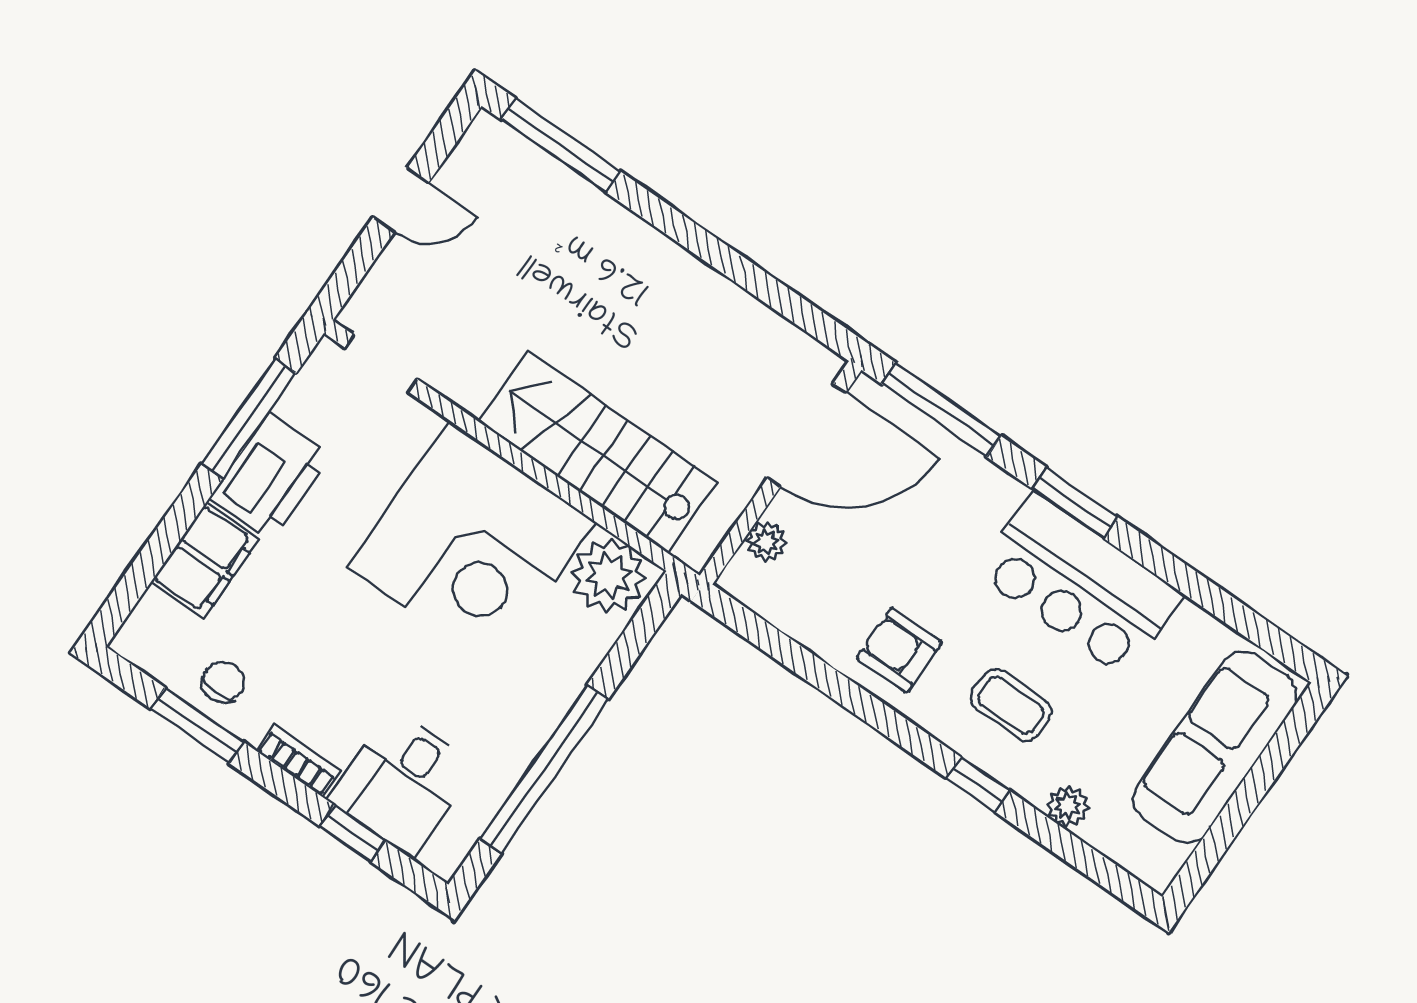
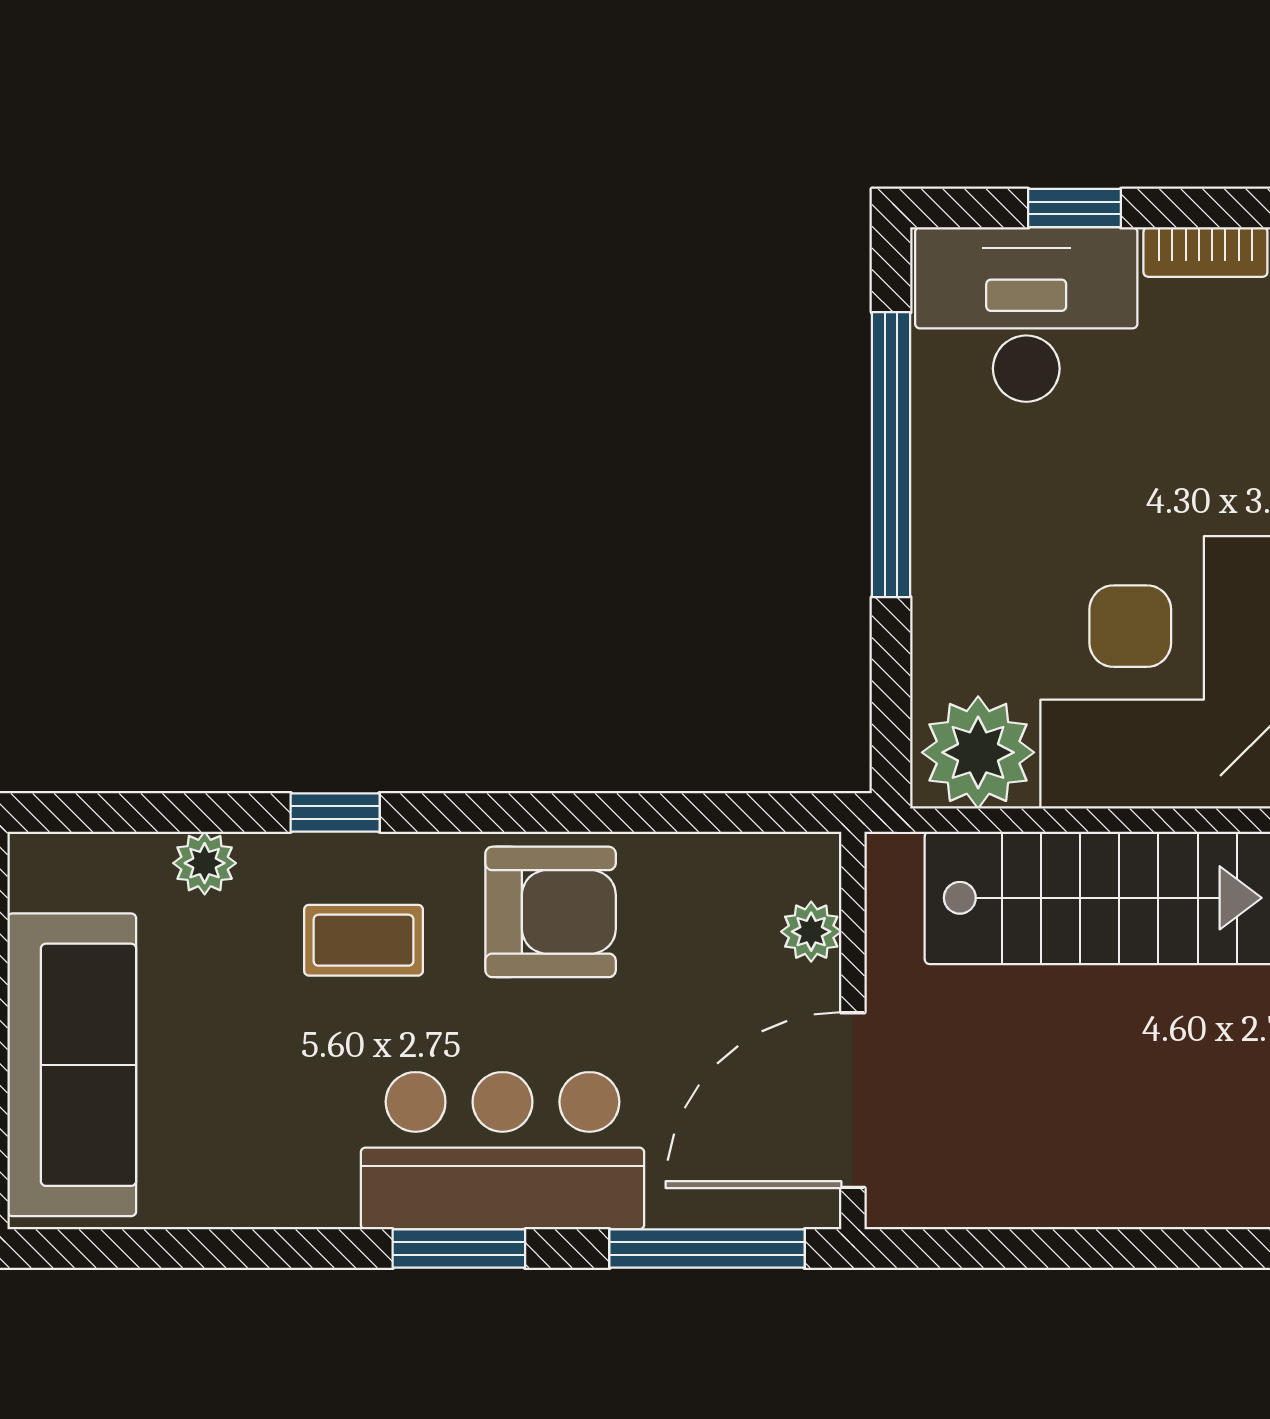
bar counter: (1080, 584) -> (502, 1151), moved
armchair: (899, 650) -> (551, 912), width x1.38, depth x1.38
desk: (402, 783) -> (1026, 314), width x1.37

